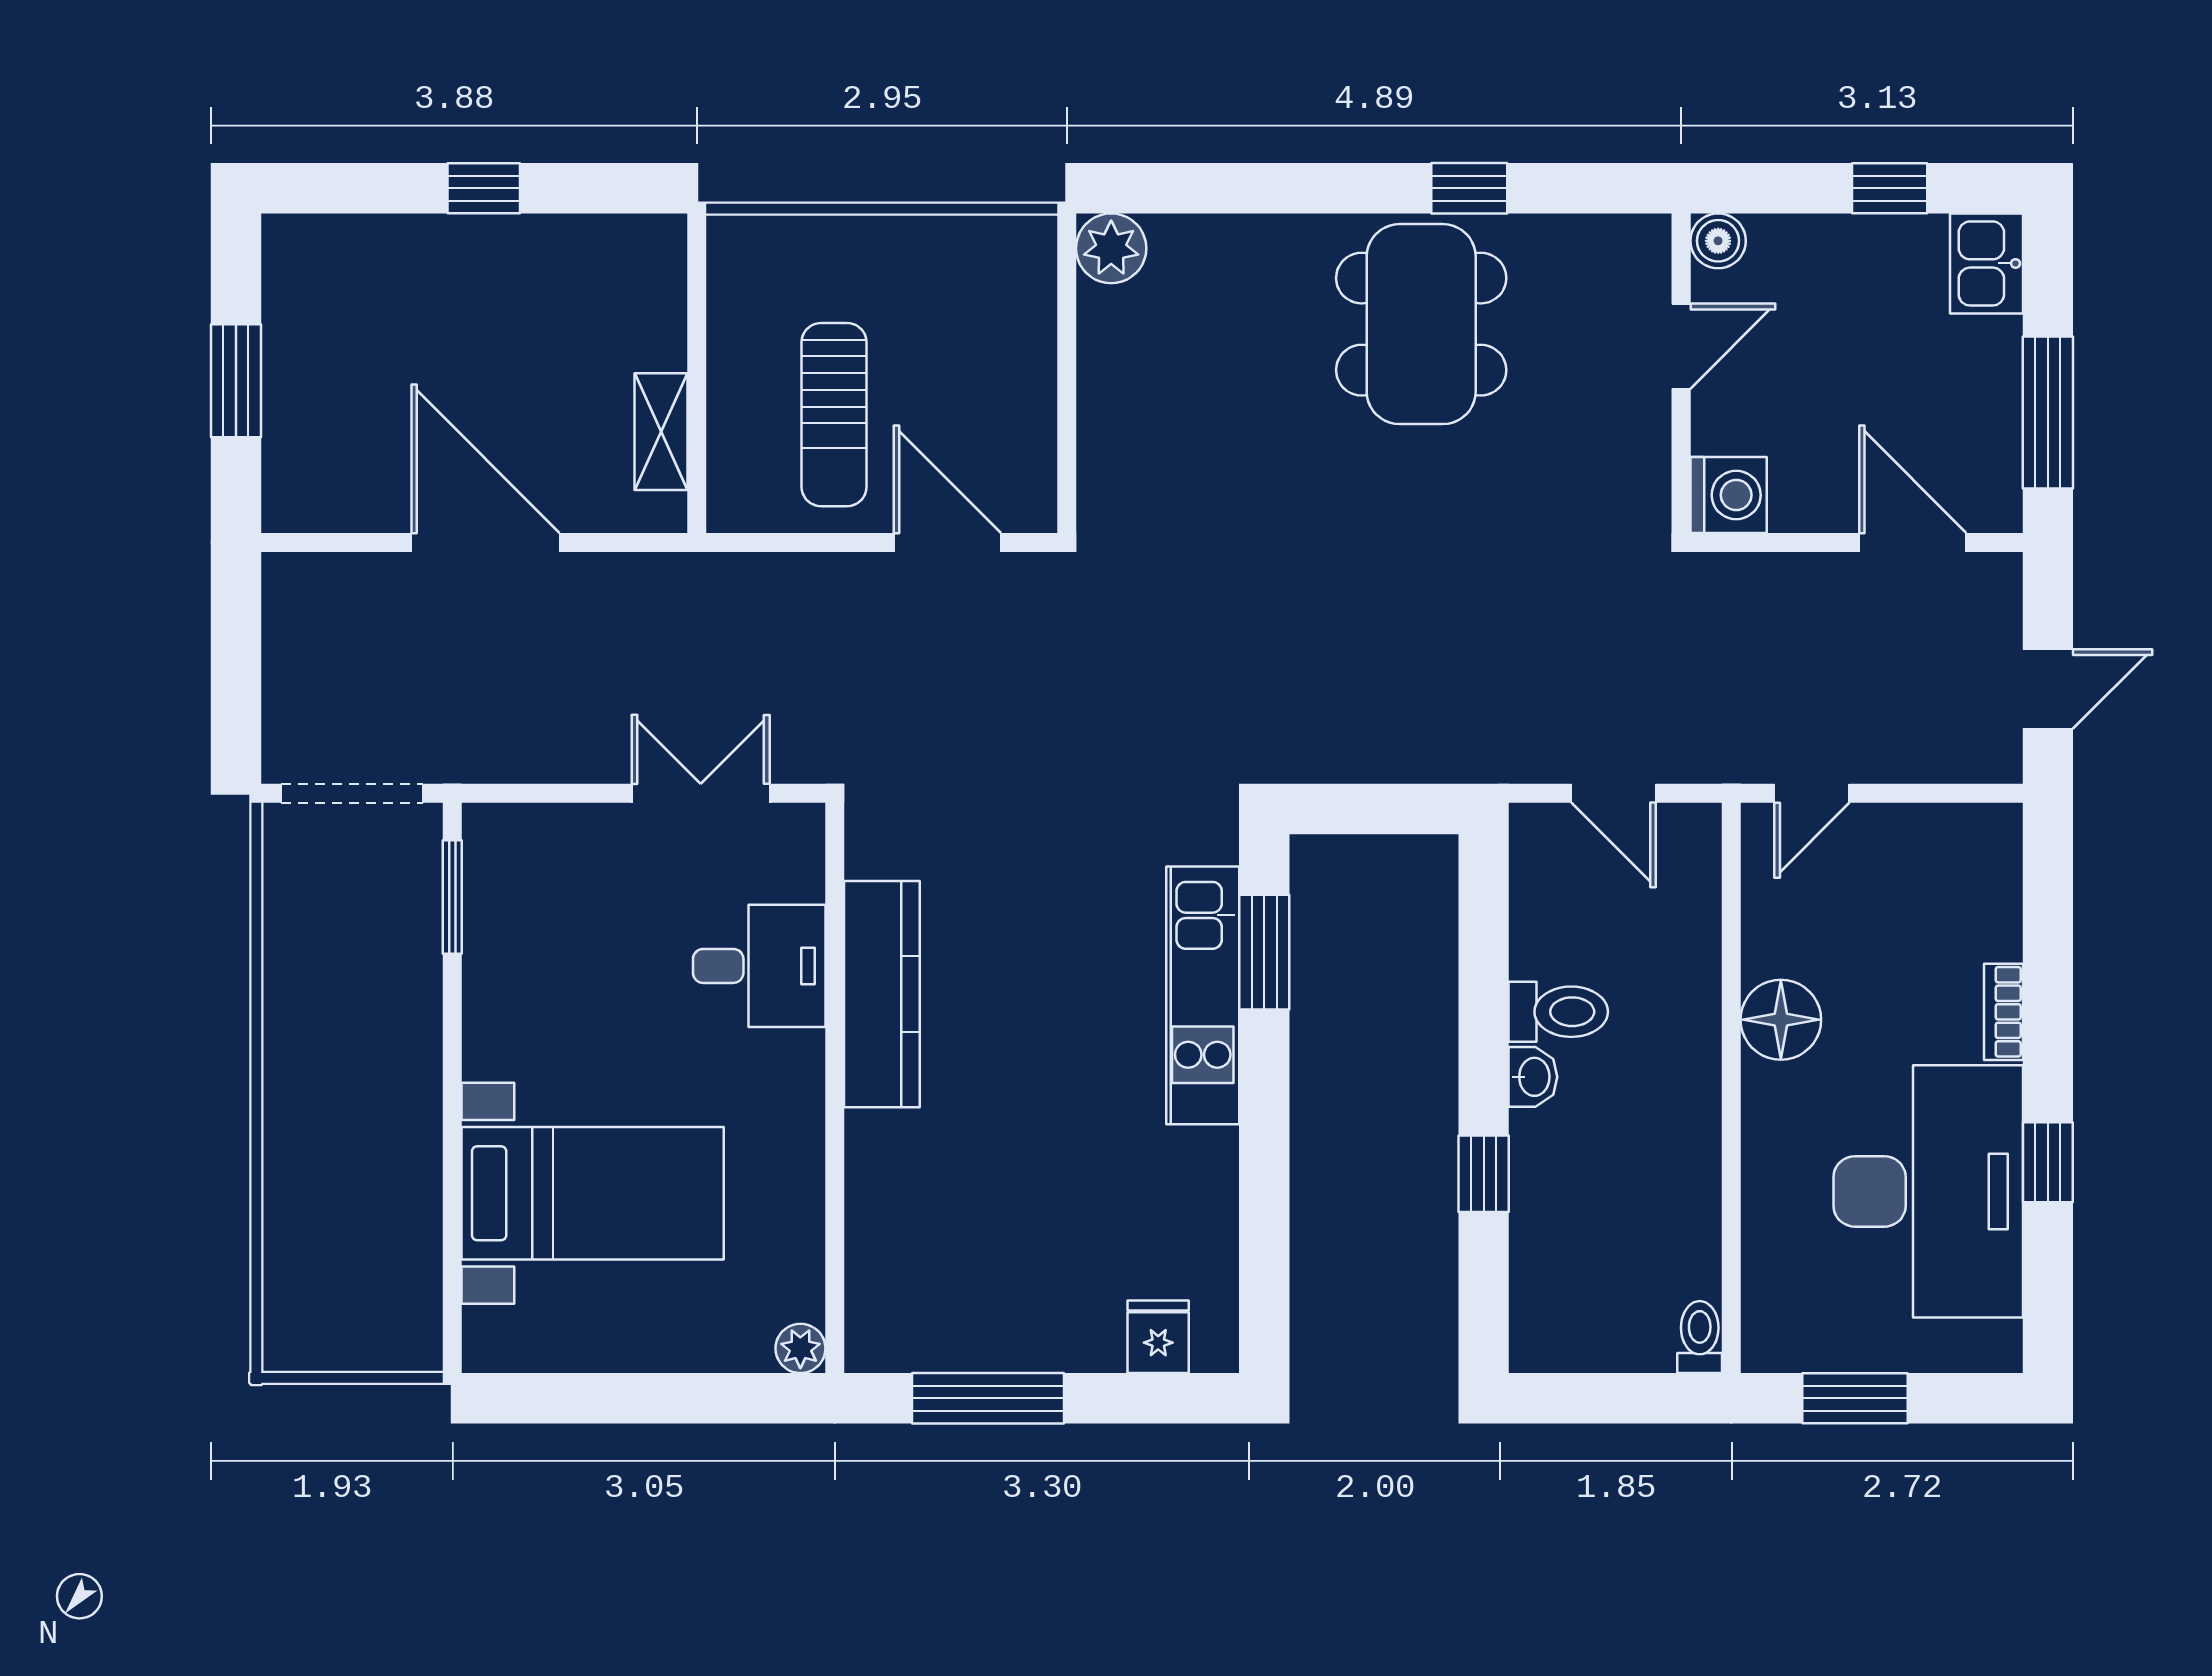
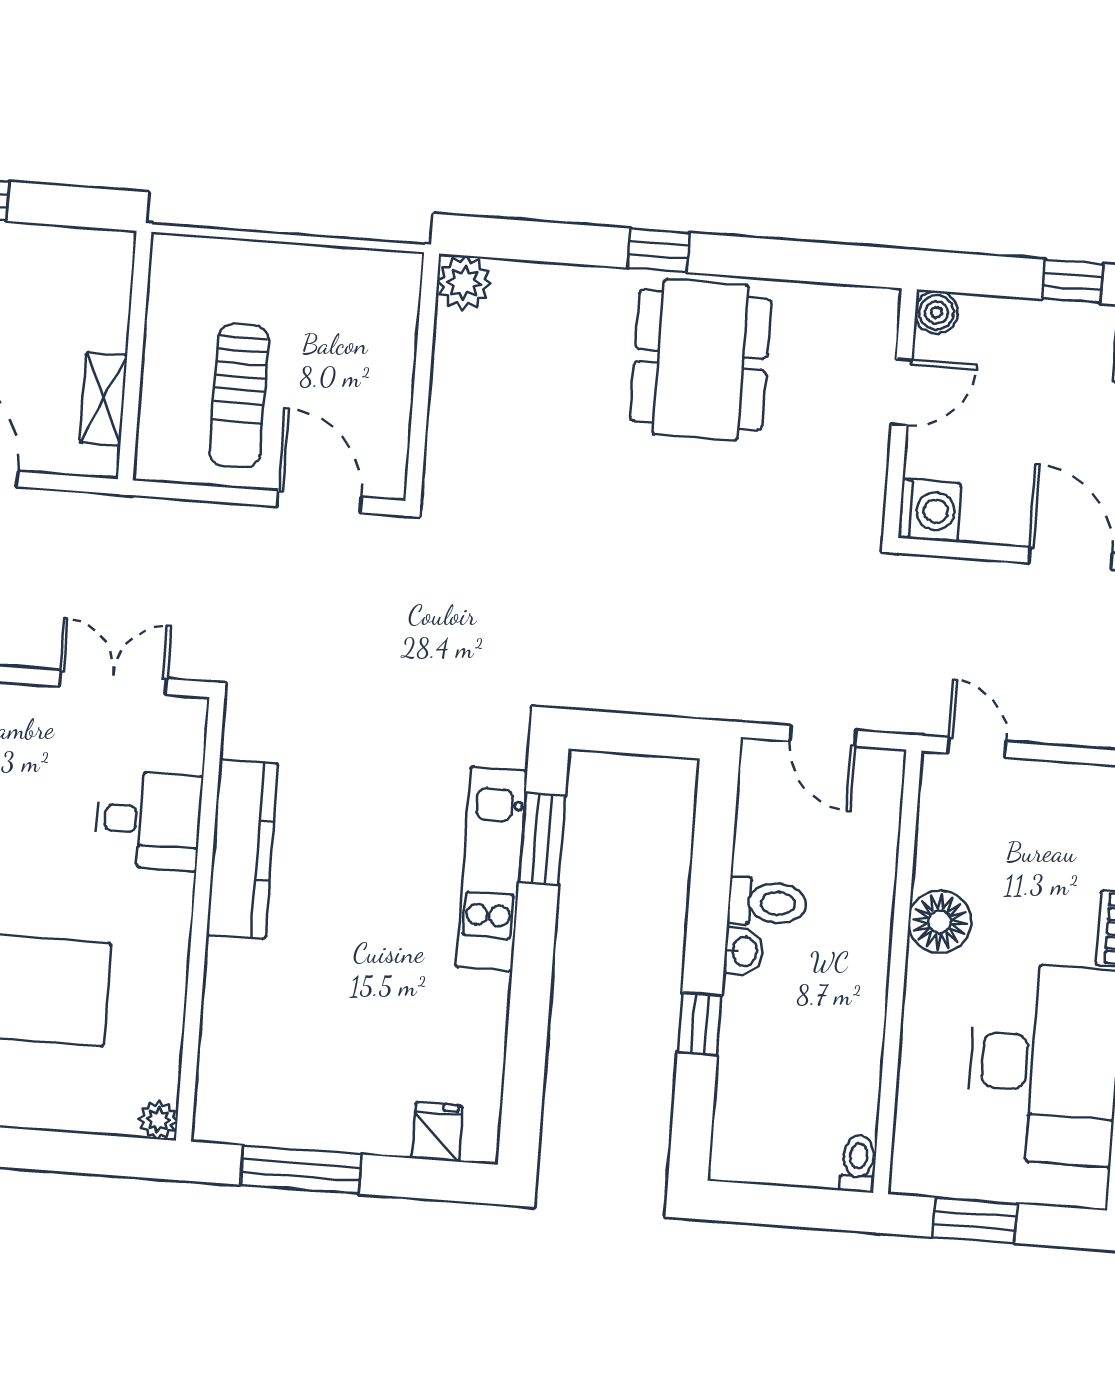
window: (1469, 188) -> (659, 250), moved
door: (1812, 793) -> (977, 747), swing flipped

